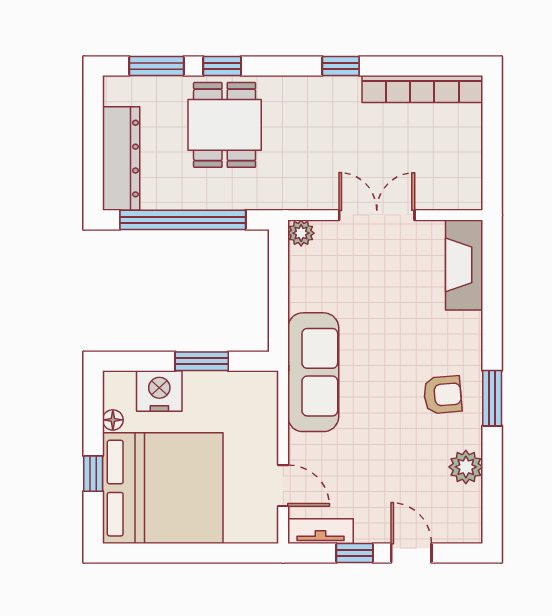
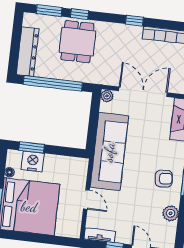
double door: (377, 215) -> (143, 92), width x1.37
window: (202, 361) -> (32, 147), moved
sofa: (313, 372) -> (109, 152), width x1.36, depth x1.27
door: (283, 486) -> (86, 200), moved

